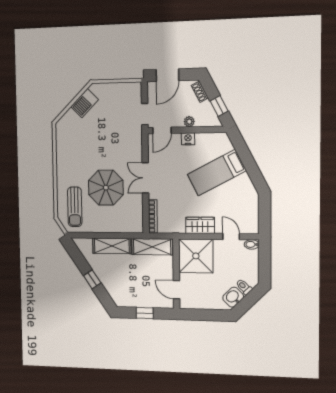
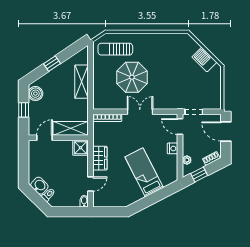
plant: (189, 122) -> (187, 160), moved
shelving: (152, 247) -> (71, 128), moved, turned 90
shower: (196, 256) -> (80, 148), width x0.54, depth x0.54
boiler: (126, 299) -> (35, 94), added

